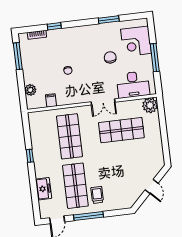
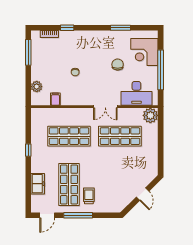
window: (155, 58) -> (161, 70), width x1.46
shop shelf: (69, 136) -> (69, 136), turned 90

